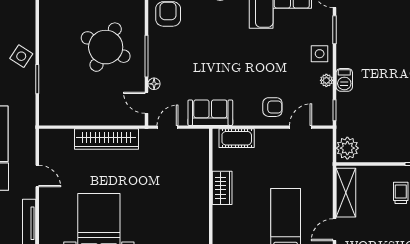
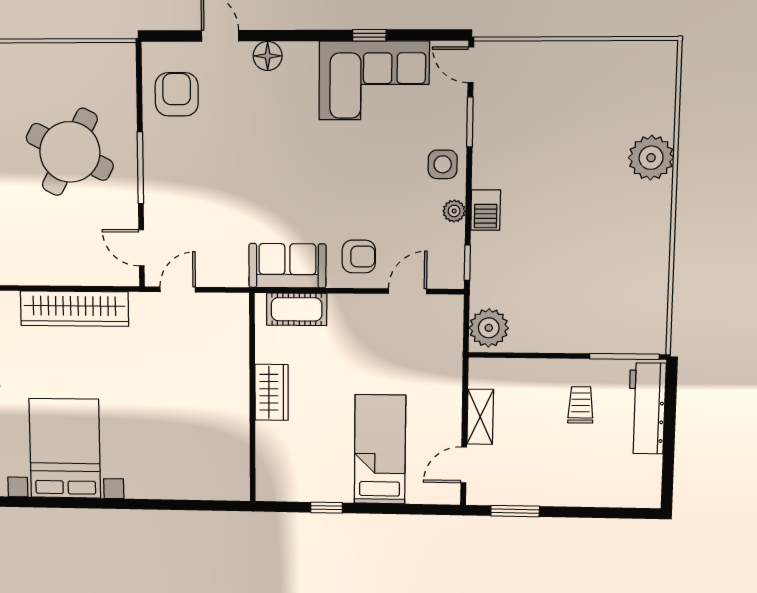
floor lamp: (154, 84) -> (154, 216), removed
sofa: (210, 113) -> (287, 266), moved
shelving: (346, 193) -> (480, 417), width x0.67, depth x0.75

